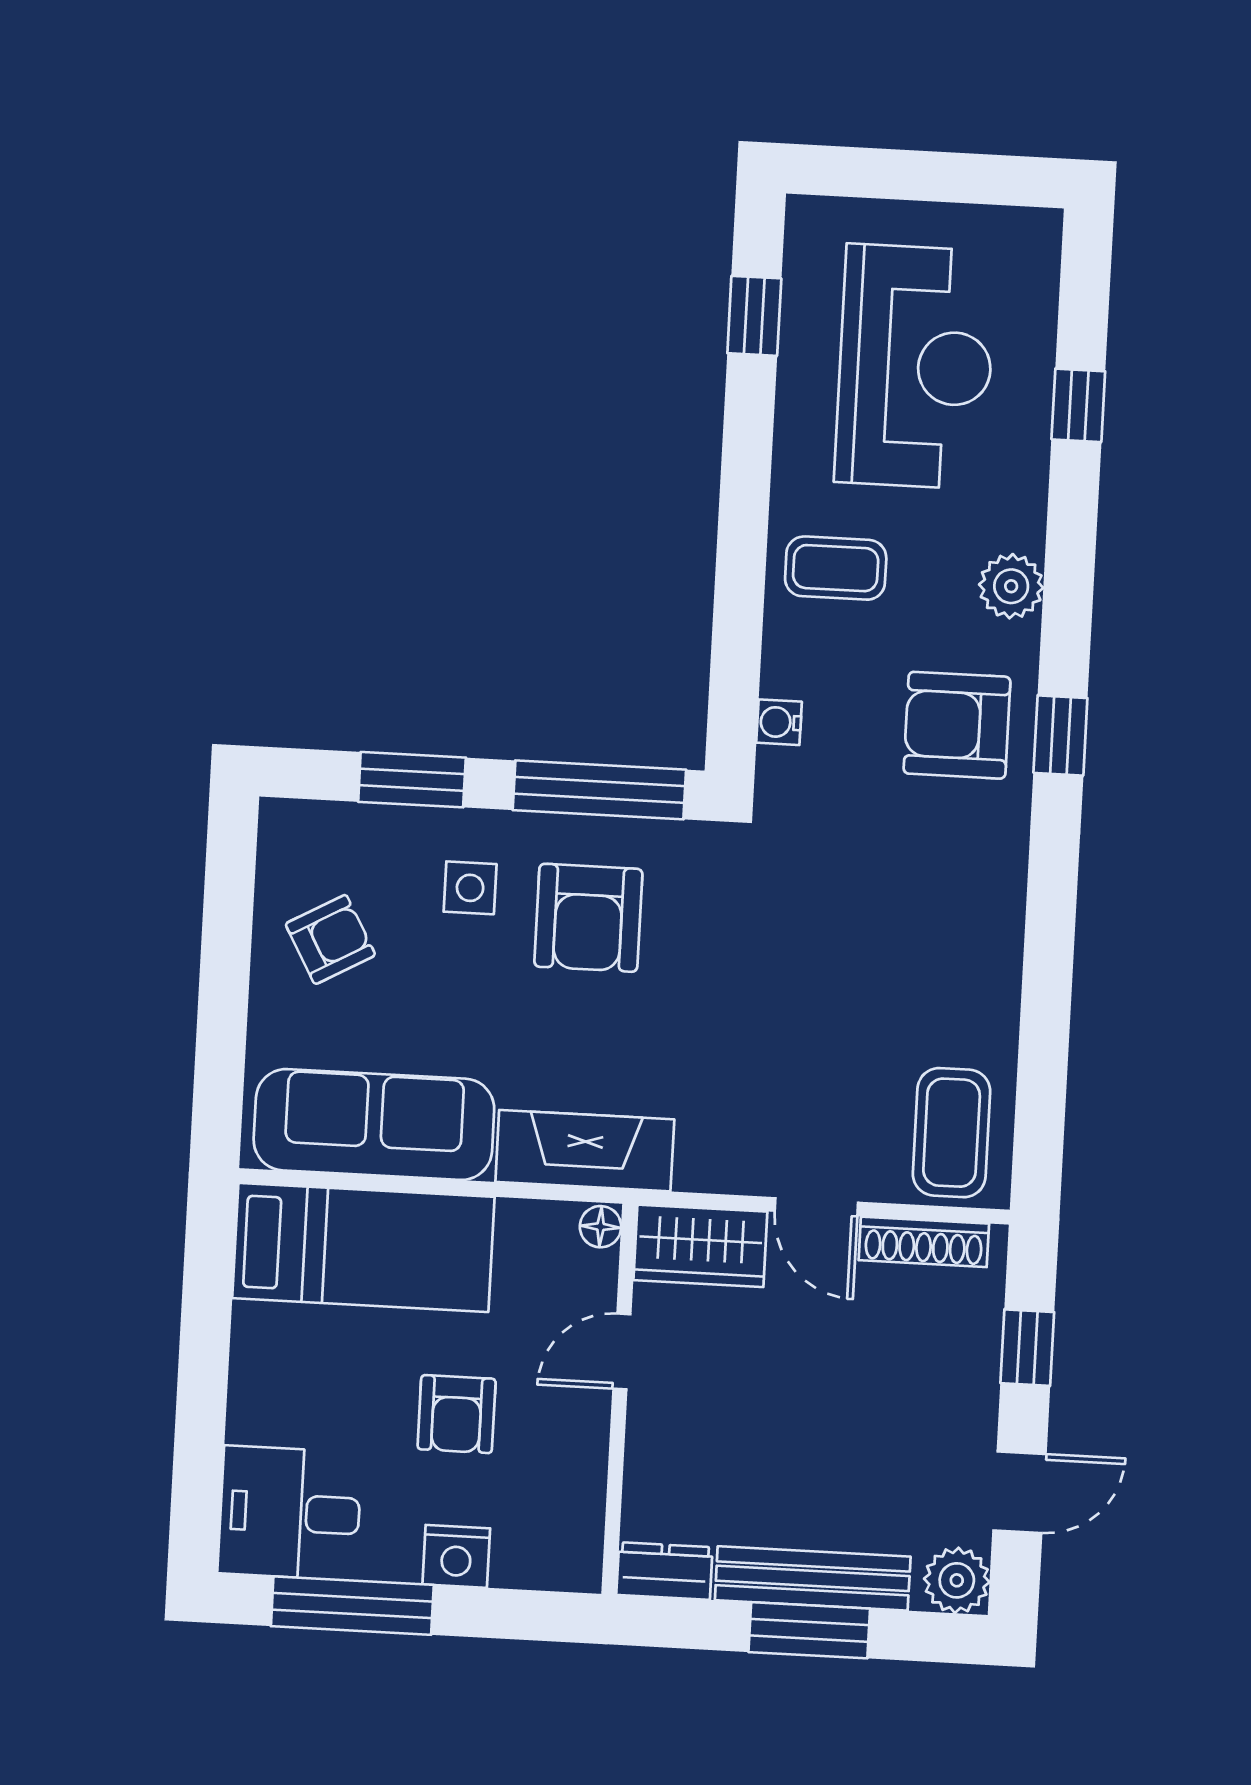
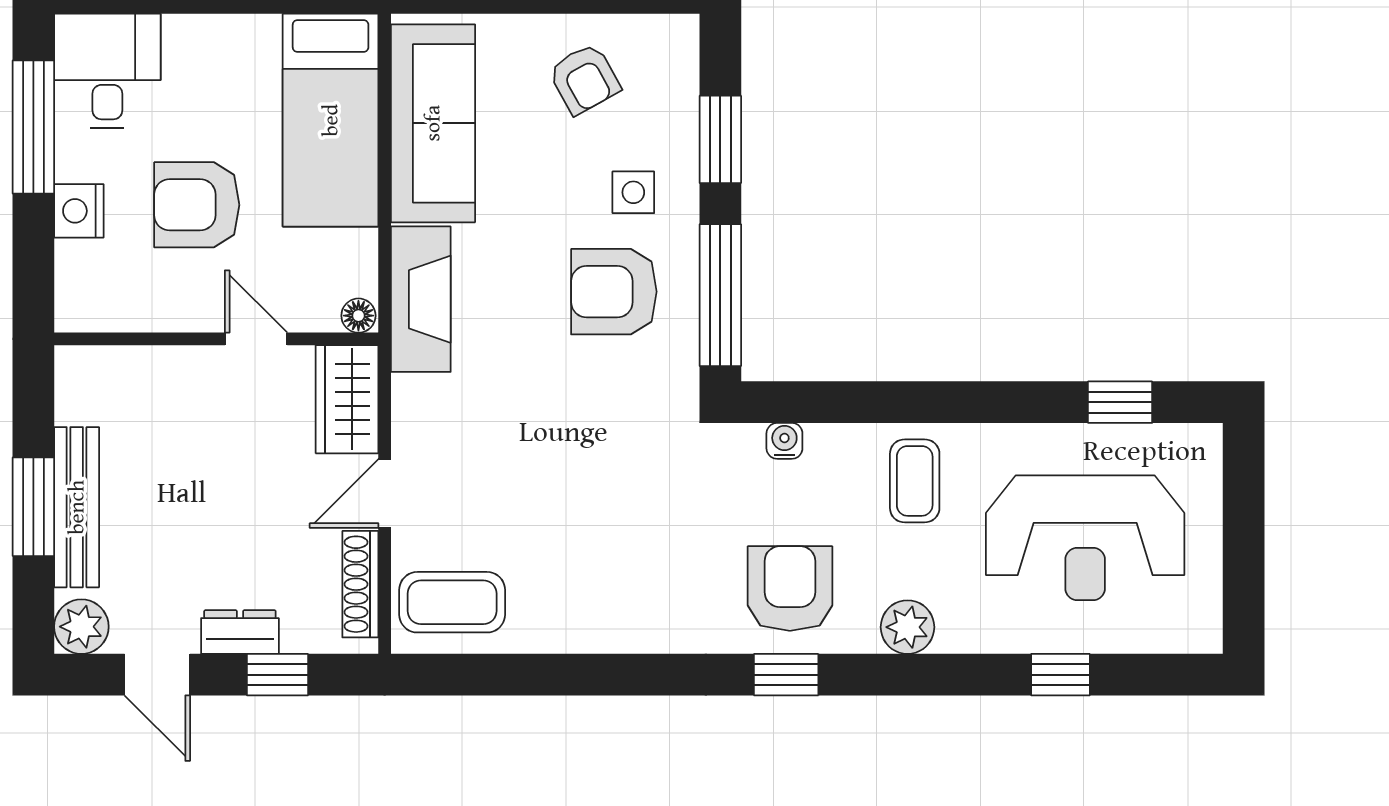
armchair: (457, 1414) -> (197, 205), width x1.38, depth x1.38
dresser: (664, 1571) -> (240, 632), moved, turned -90

